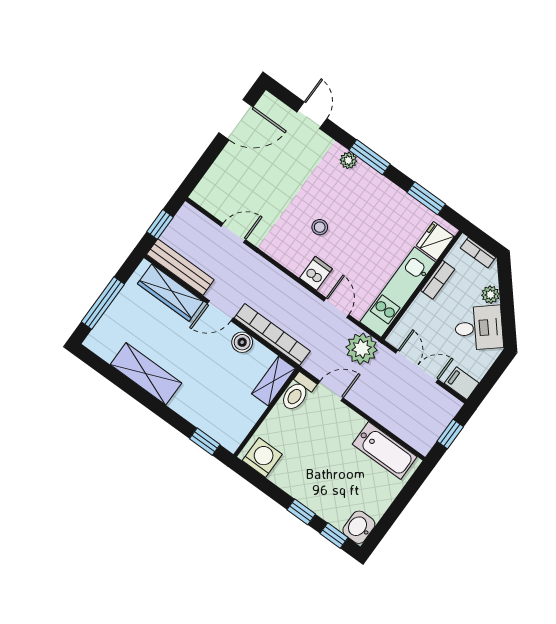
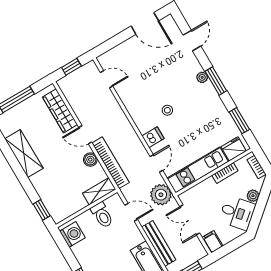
door: (233, 233) -> (107, 79), moved
bench: (180, 267) -> (159, 243), moved
double door: (417, 366) -> (190, 220), swing flipped
toilet: (298, 392) -> (102, 215), moved, turned -90

